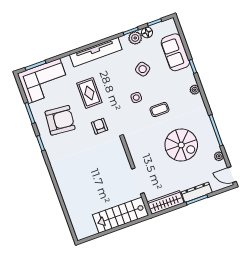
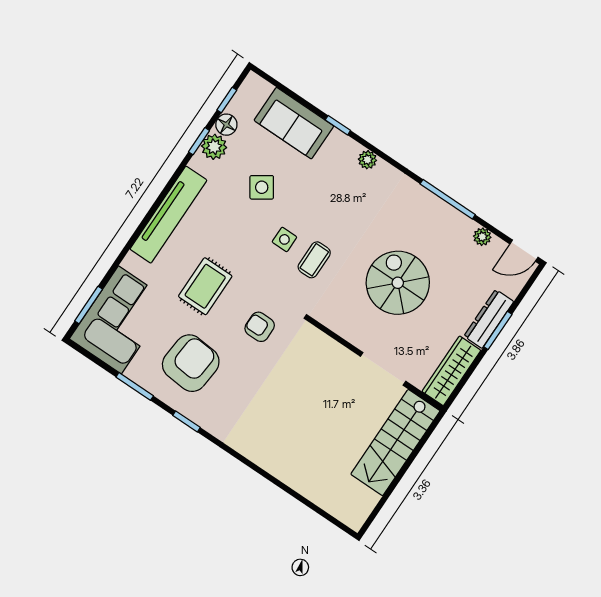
rug: (89, 93) -> (205, 286), turned 90
coffee table: (159, 110) -> (314, 260), moved
spiral stairs: (181, 145) -> (398, 283), moved, turned -90

